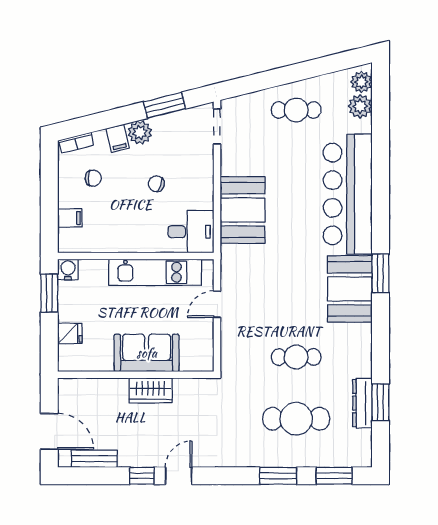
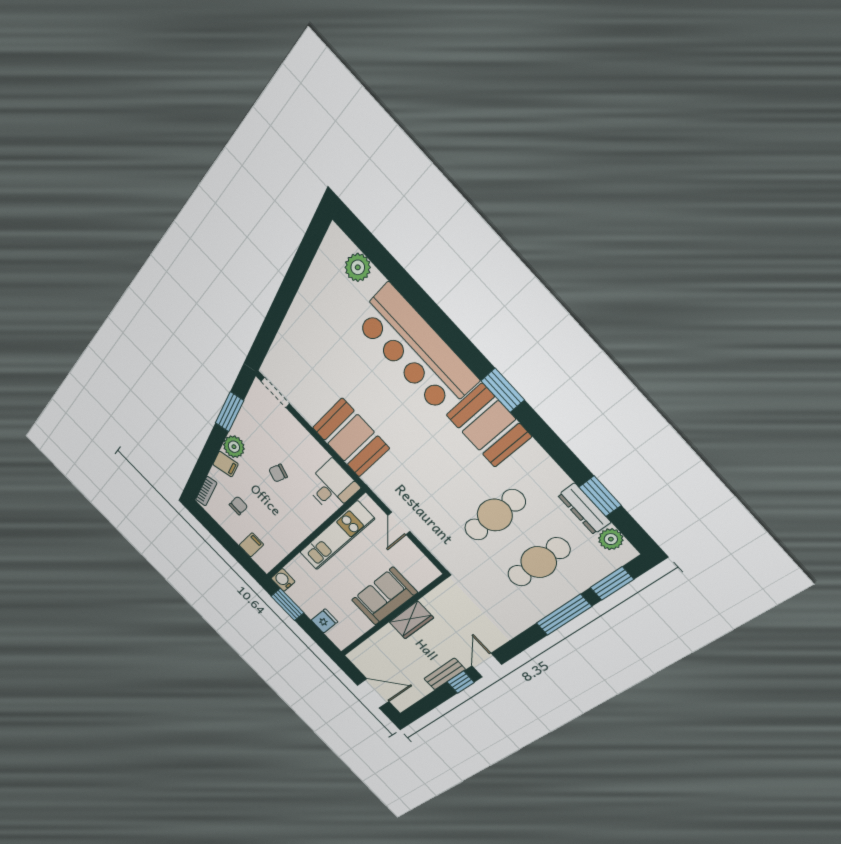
plant: (361, 82) -> (611, 539), moved
cafe table: (296, 110) -> (315, 322), removed
cafe table: (296, 357) -> (495, 515), width x1.37, depth x1.35
bench: (94, 459) -> (445, 674), moved
window: (278, 476) -> (564, 615), width x1.44

